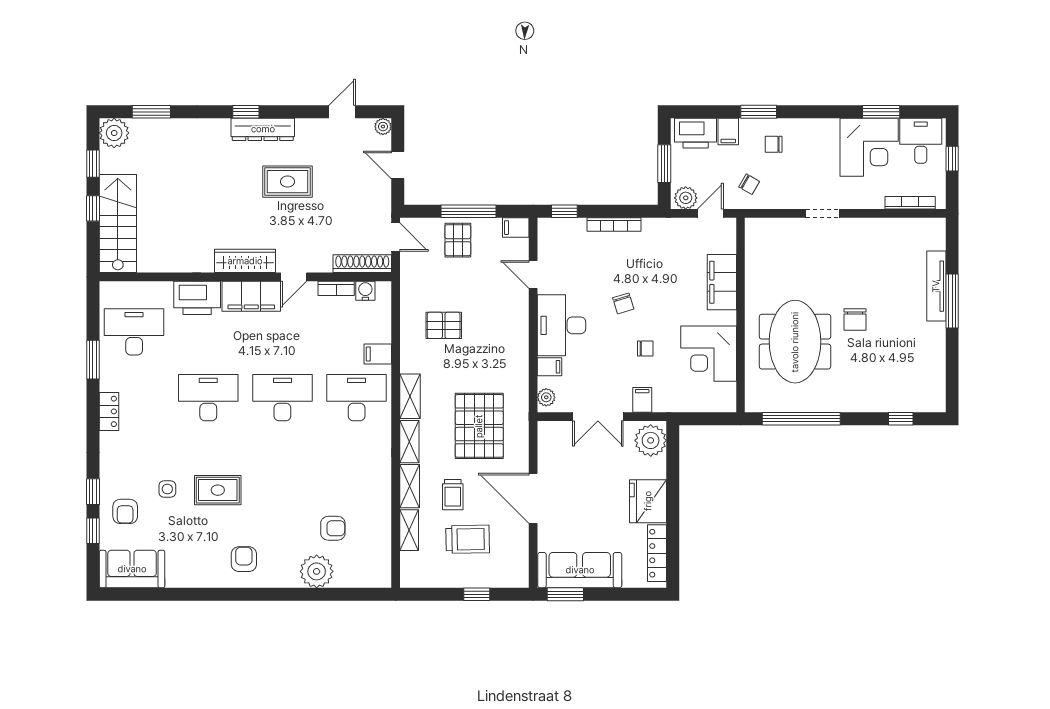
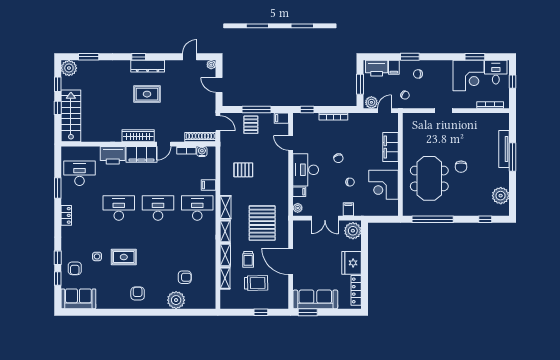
rug: (287, 182) -> (147, 94), moved
plant: (930, 374) -> (501, 196), added

